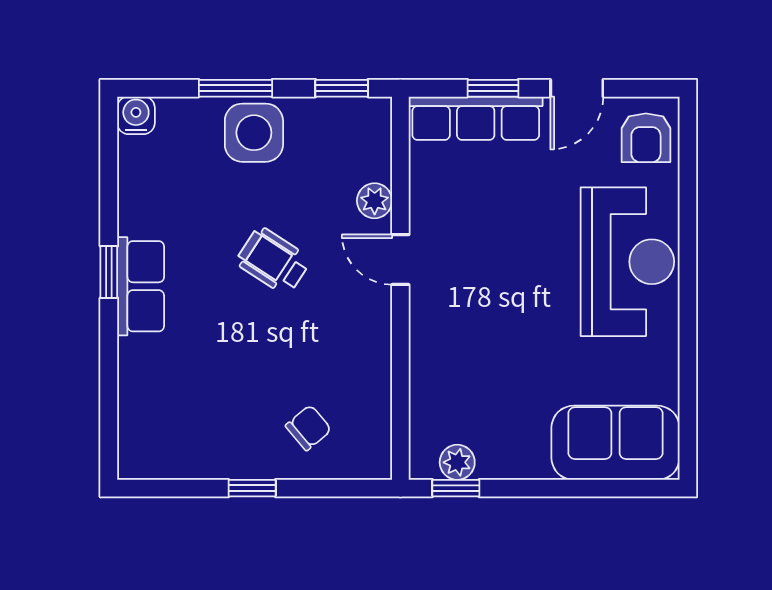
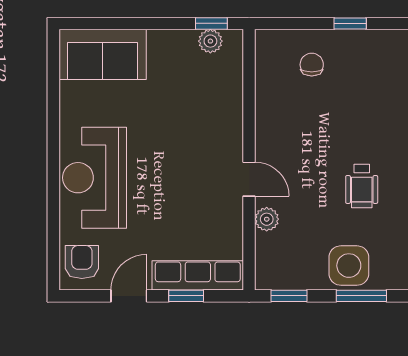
wheelchair: (273, 261) -> (362, 186), moved, turned 57
chair: (308, 428) -> (312, 65), turned 130

